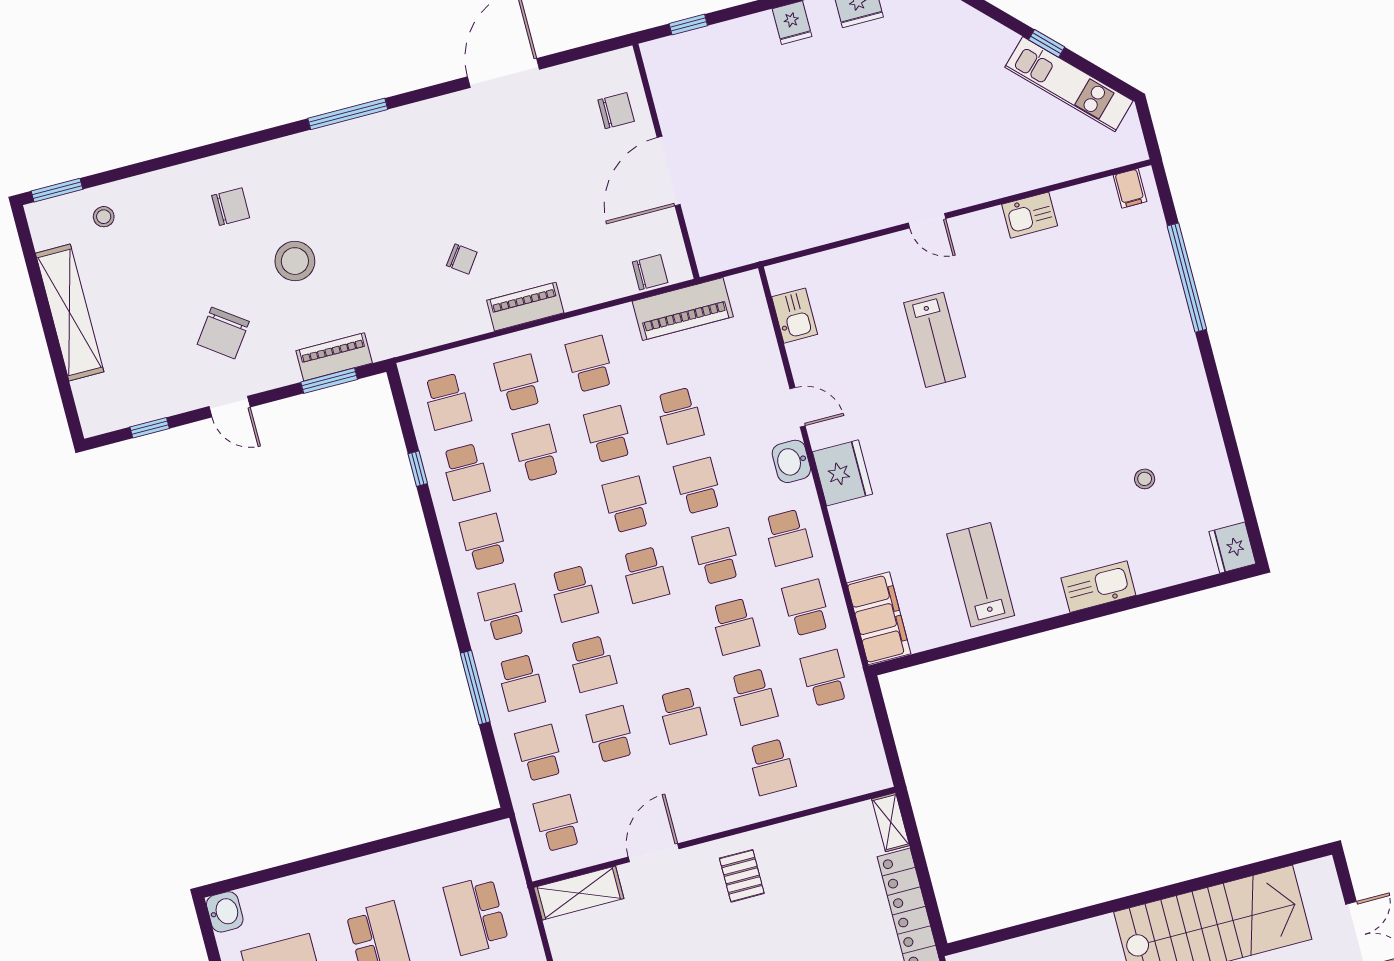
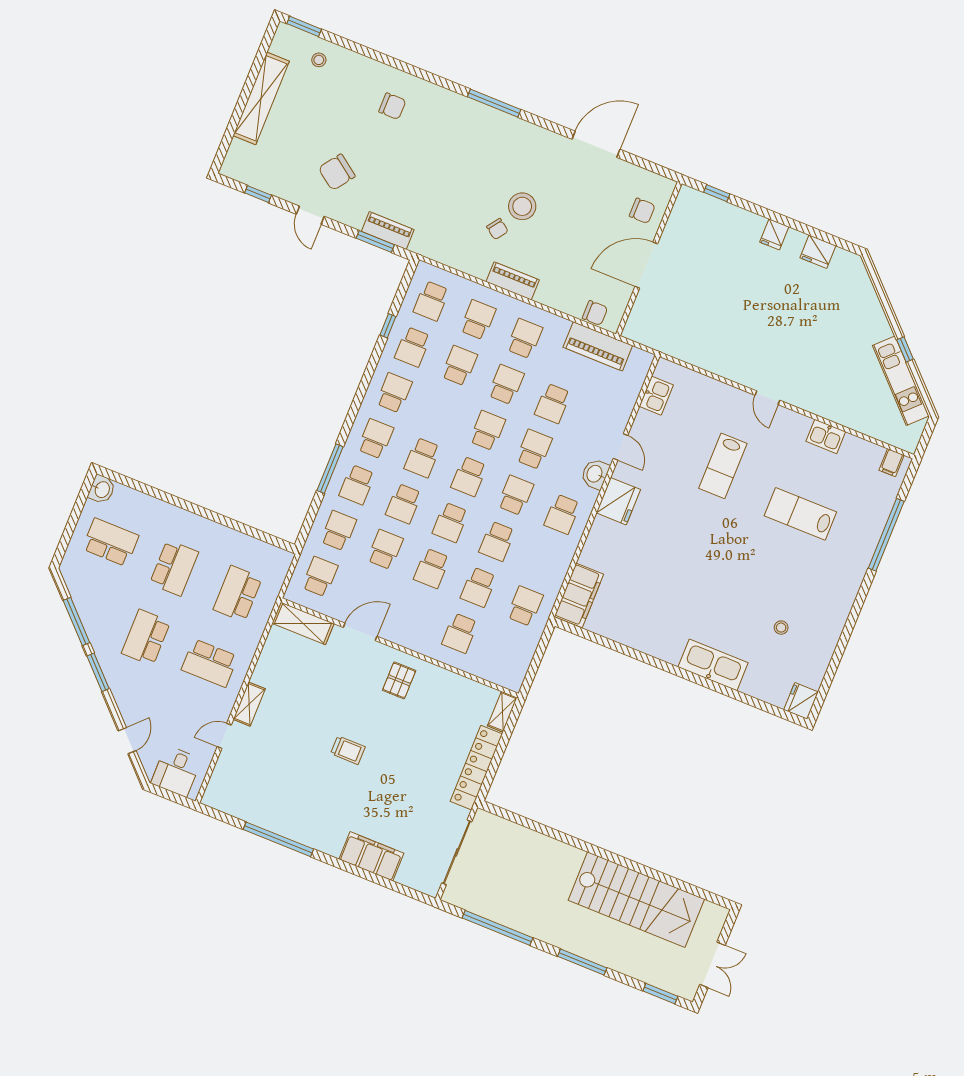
stool: (295, 261) -> (522, 206), moved
lab bench: (981, 575) -> (800, 514), moved, turned -90
kitchen sink: (1098, 587) -> (713, 665), width x1.36, depth x1.24
school desk: (806, 608) -> (450, 522), moved, turned 180

